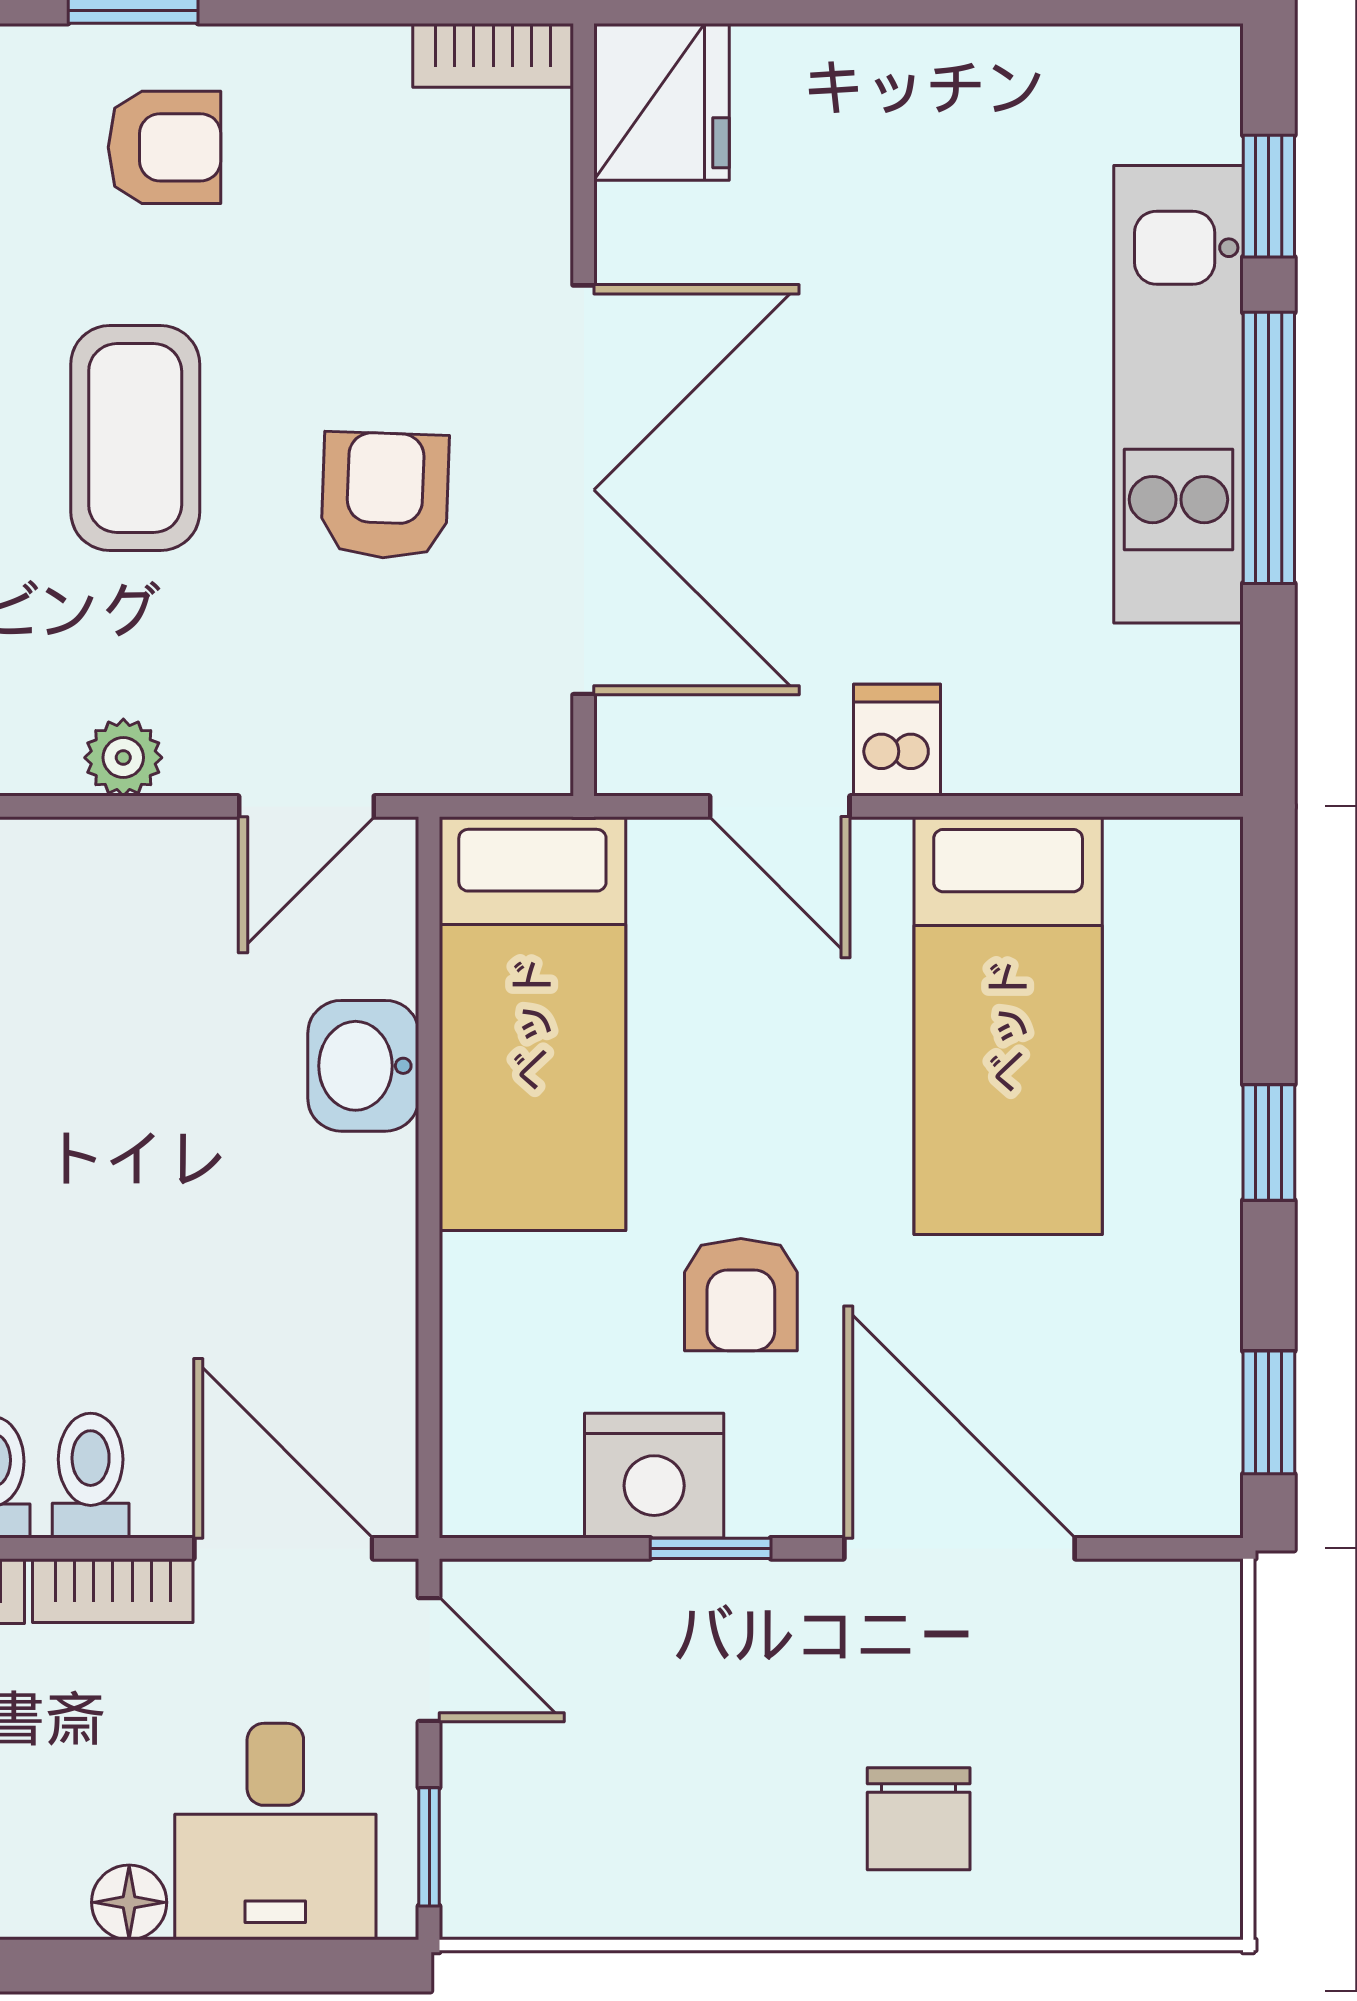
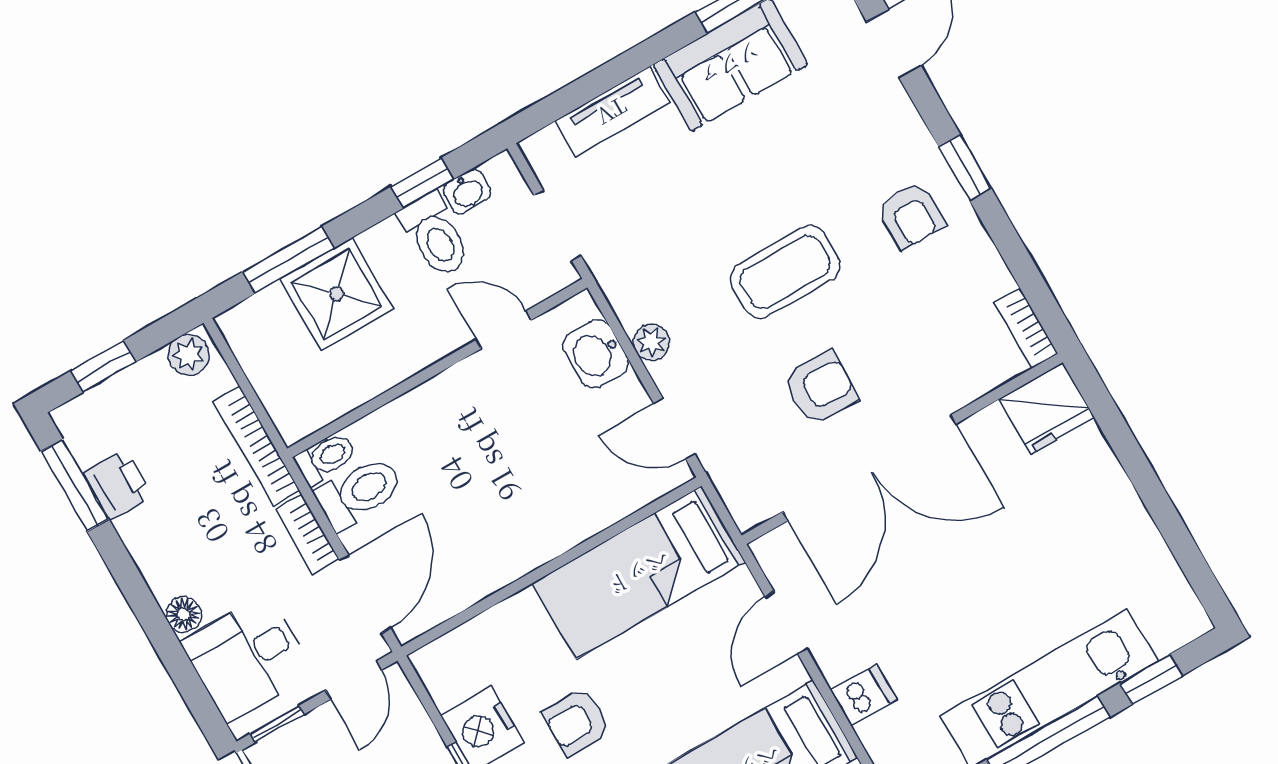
dishwasher: (897, 740) -> (864, 695), moved
washbasin: (363, 1066) -> (595, 354), moved, turned -90
toilet: (91, 1476) -> (359, 492), width x1.37, depth x1.39

